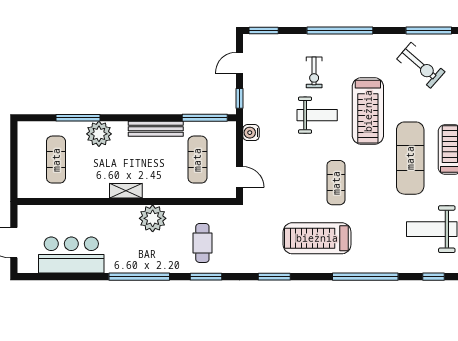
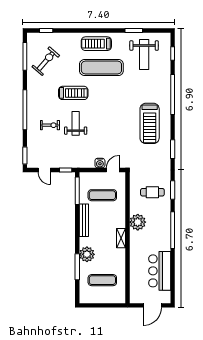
treadmill: (368, 111) -> (73, 93), width x0.73, depth x0.73
water cooler: (251, 133) -> (100, 163), moved
exercise mat: (336, 183) -> (116, 112), removed

